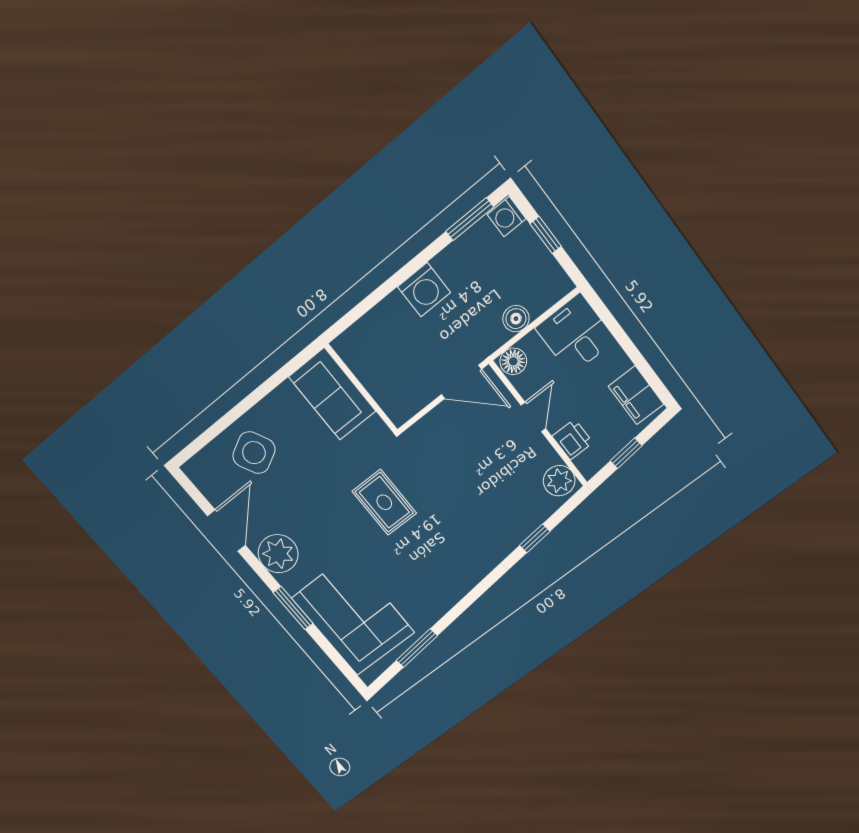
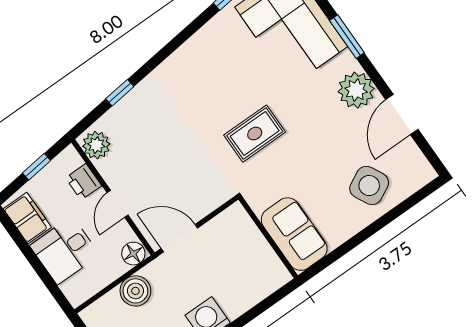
boiler: (516, 319) -> (135, 291), width x1.36, depth x1.36
desk: (575, 334) -> (65, 250), moved, turned 90
rug: (384, 502) -> (255, 134), turned 90

